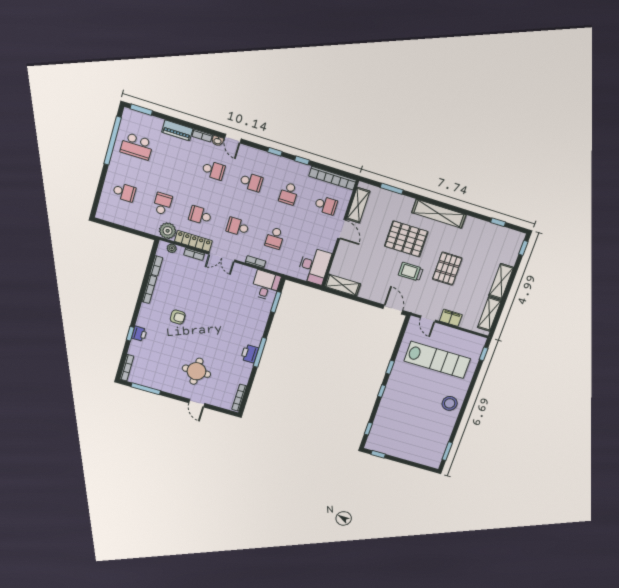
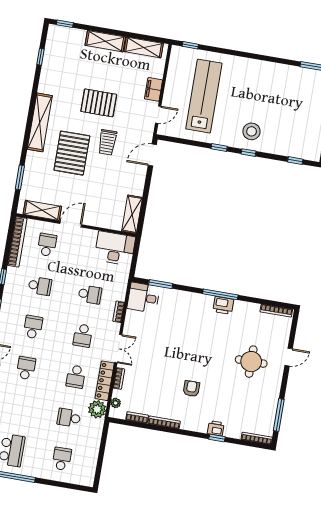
stool: (450, 403) -> (252, 131), moved

